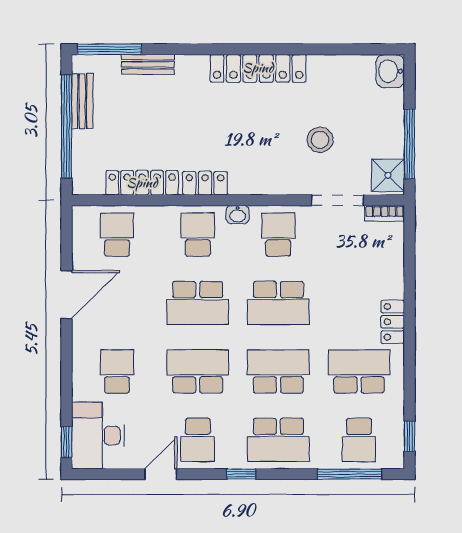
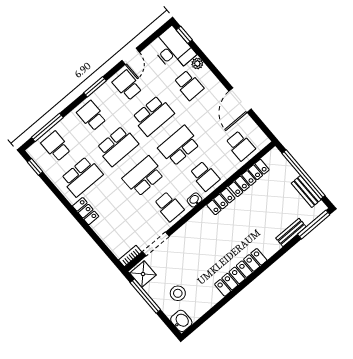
stool: (320, 140) -> (178, 293), moved
plant: (81, 390) -> (197, 63), added
school desk: (278, 440) -> (92, 116), width x0.54
window: (241, 474) -> (95, 87), width x1.50

